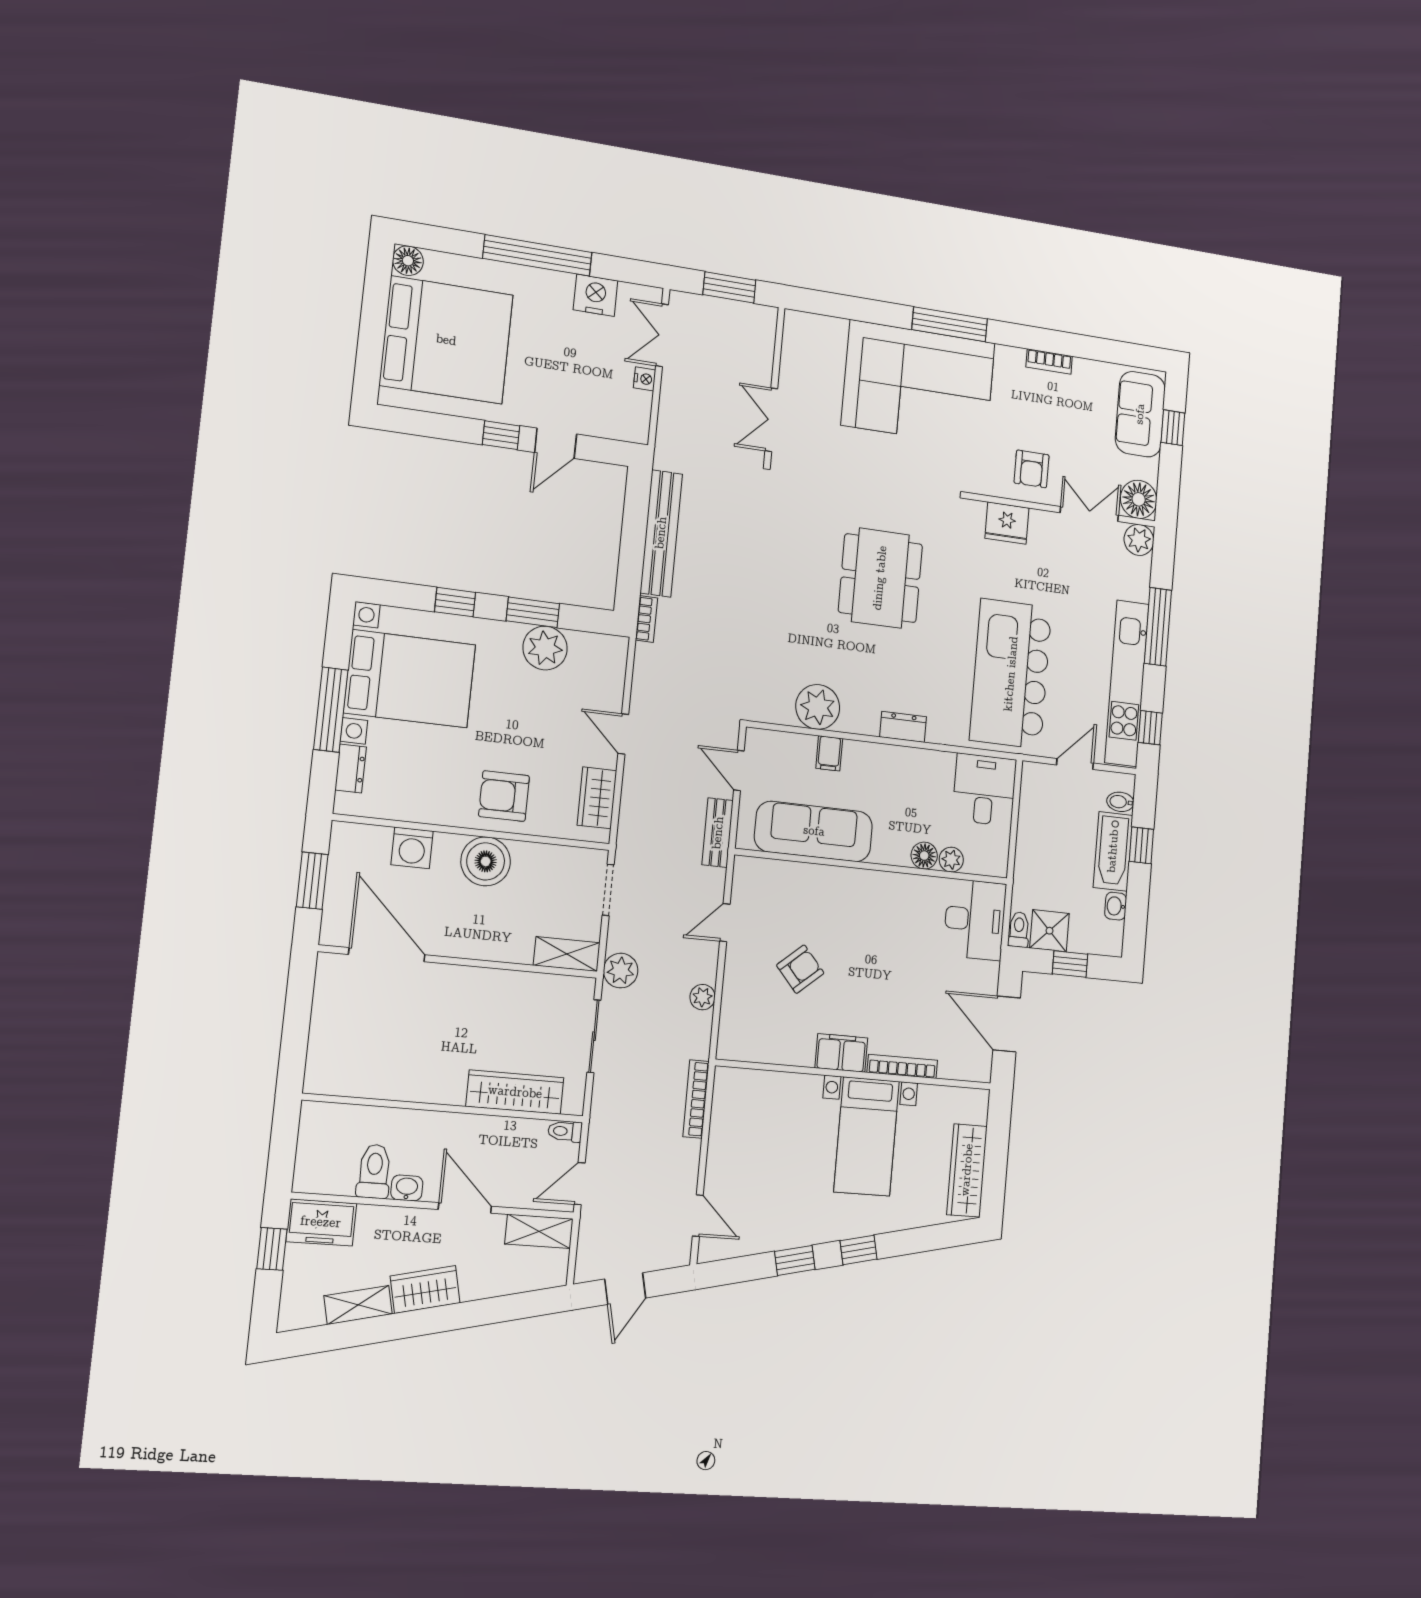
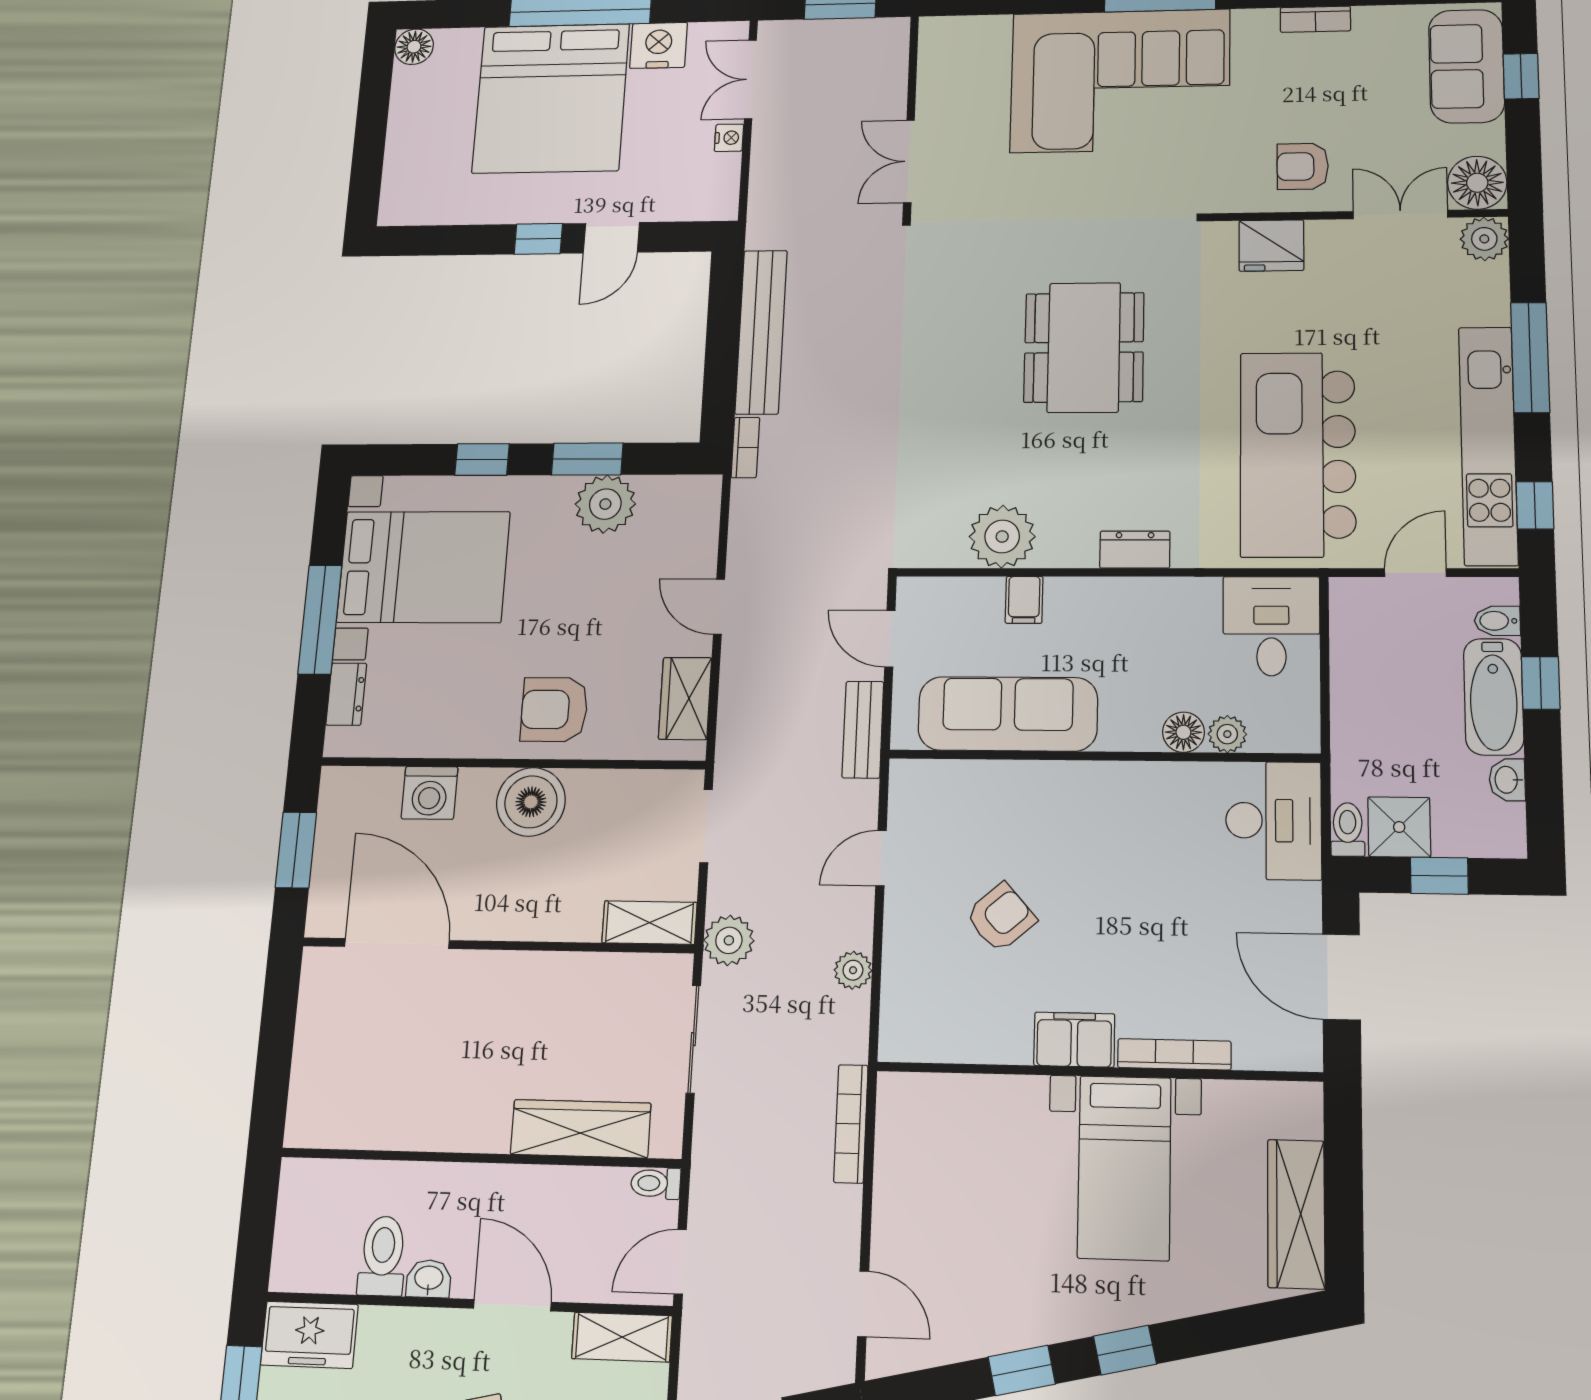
bed: (446, 340) -> (551, 98), moved, turned 90
armchair: (1032, 469) -> (1303, 166), turned 90

